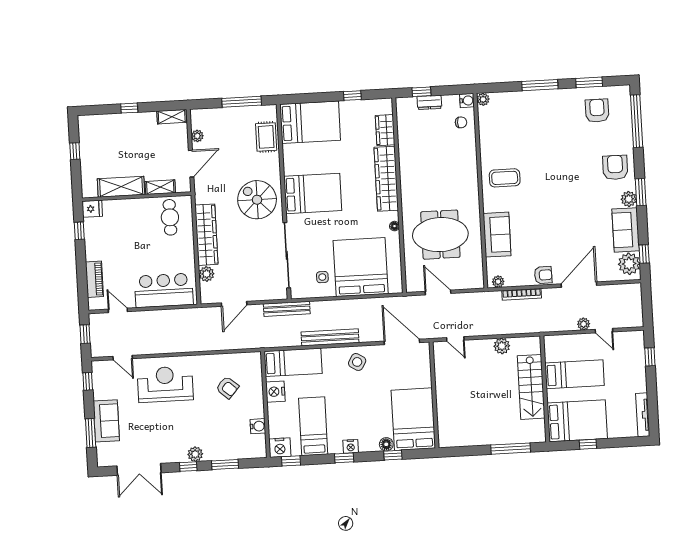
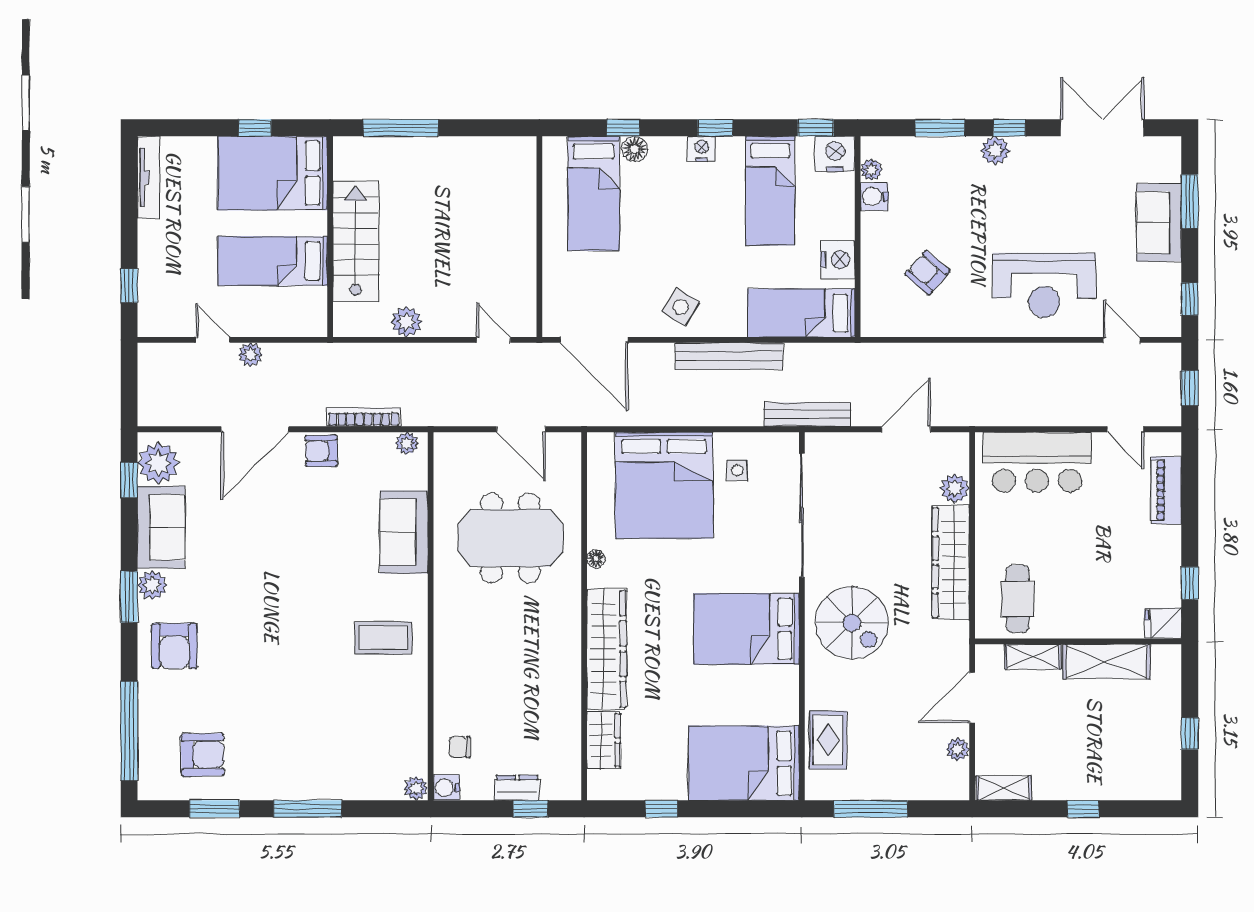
armchair: (597, 111) -> (203, 755), turned -91
bed: (413, 419) -> (594, 193), width x0.67
plant: (260, 440) -> (871, 170), added

